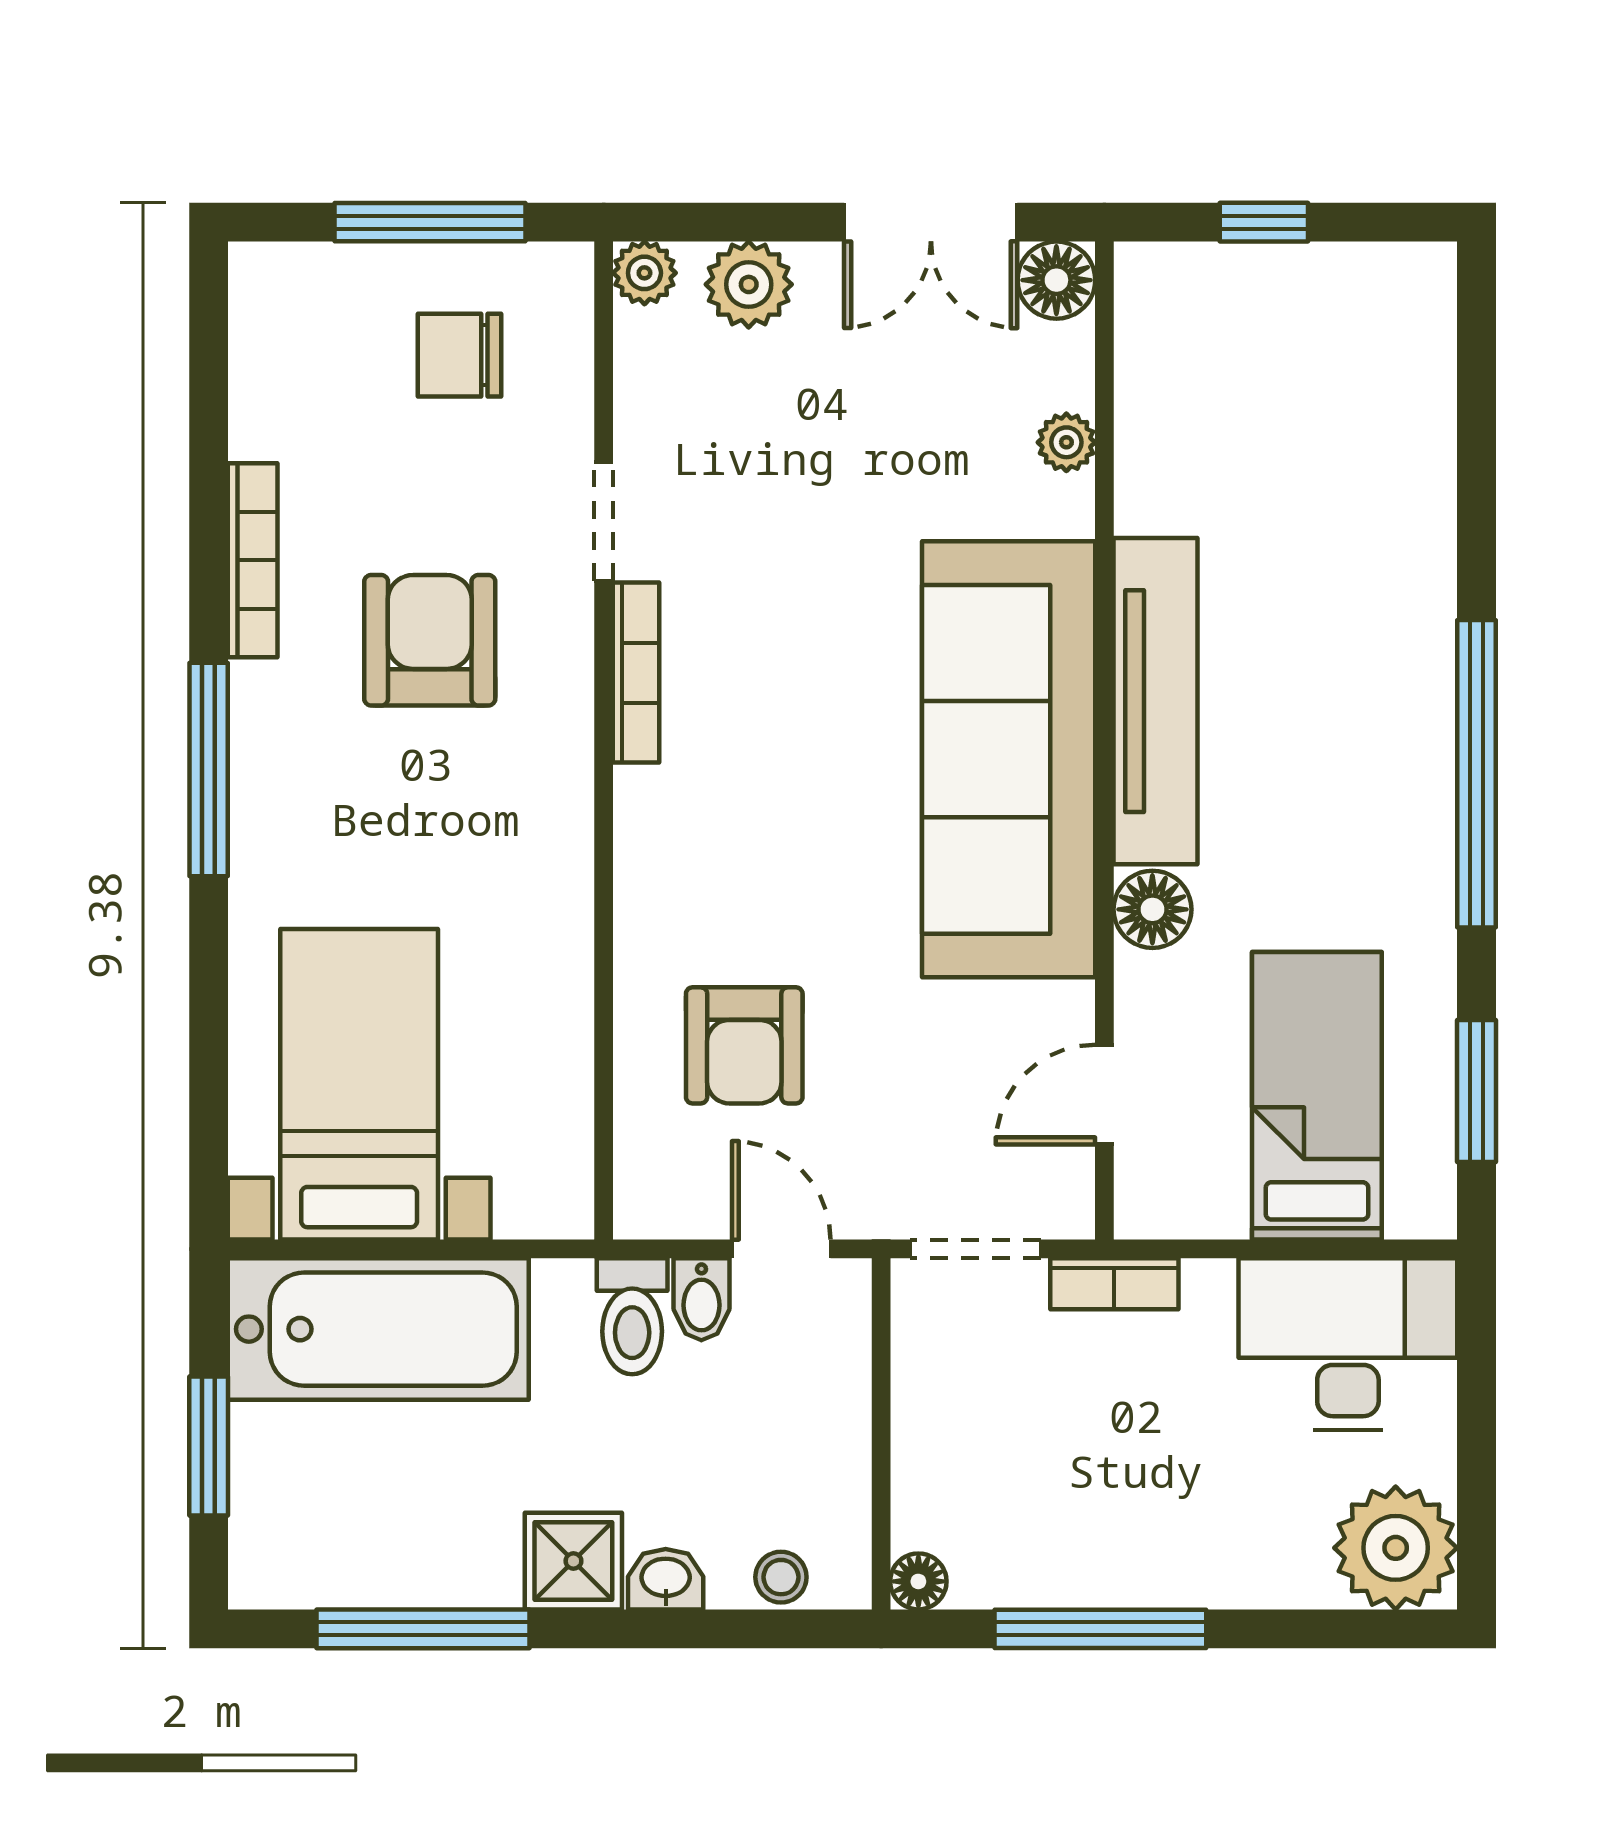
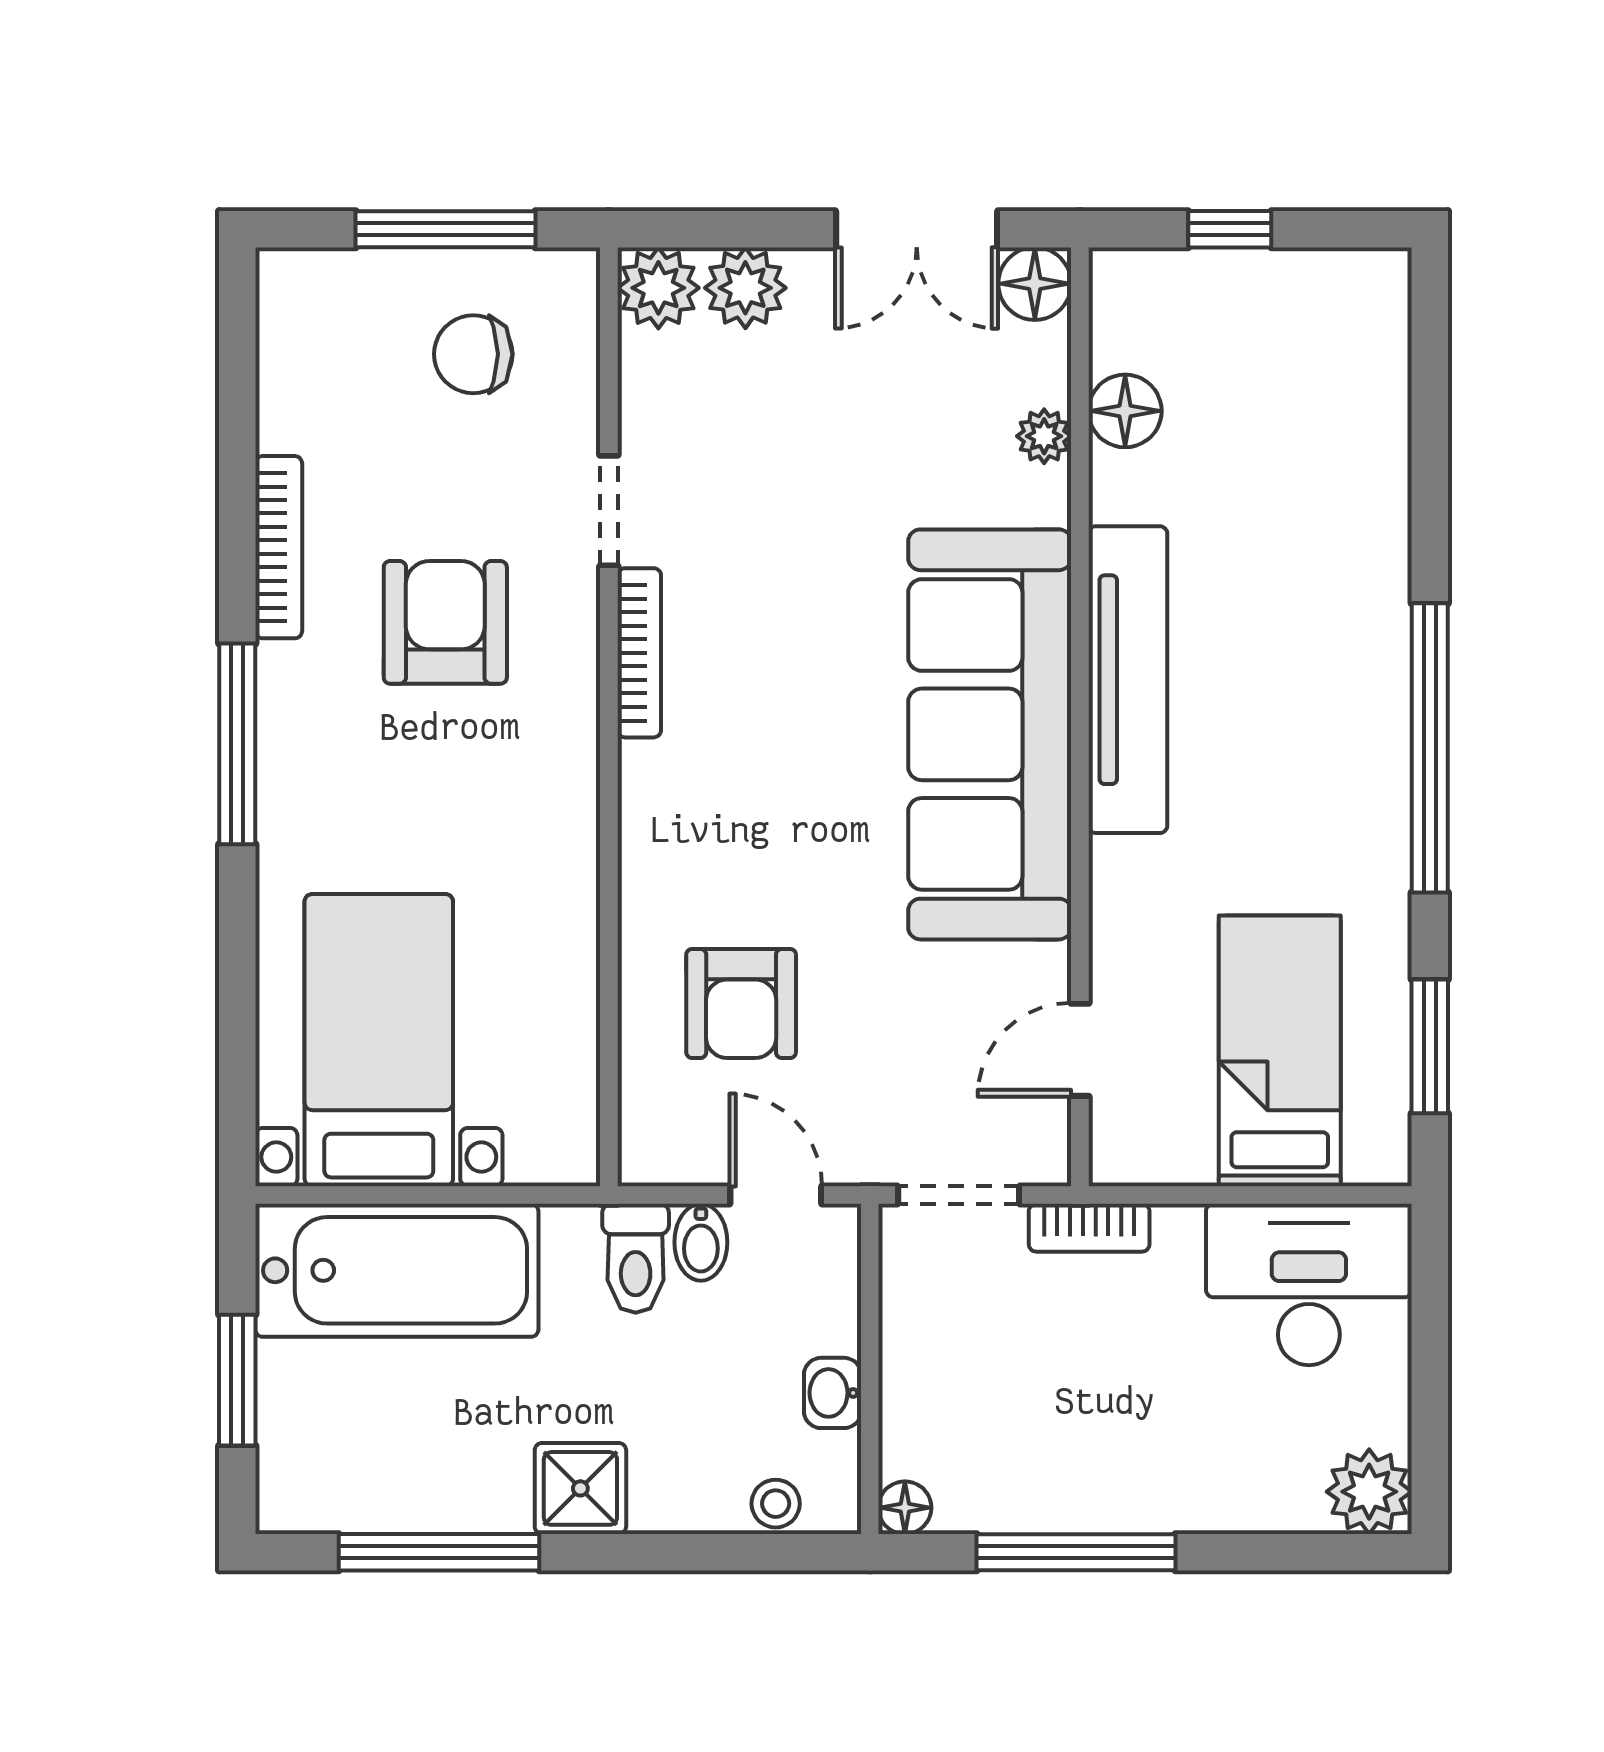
plant: (644, 273) -> (658, 288), width x1.38, depth x1.38
floor lamp: (1152, 909) -> (1125, 411), moved
plant: (1396, 1548) -> (1369, 1492), width x0.73, depth x0.73
washbasin: (666, 1579) -> (833, 1393), moved, turned -90

